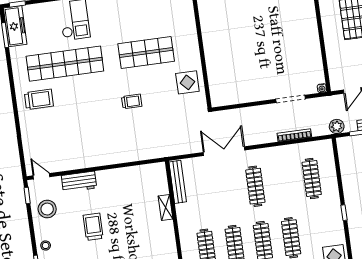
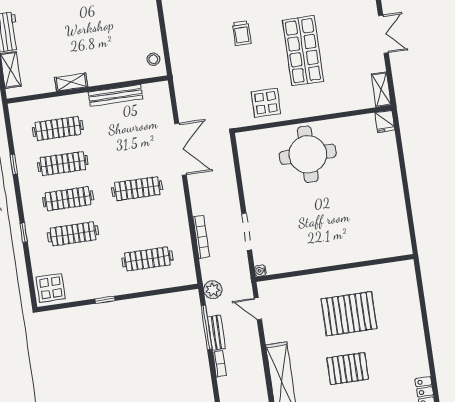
round table: (229, 49) -> (308, 154), added
stool: (152, 172) -> (153, 59), added
bench: (178, 182) -> (115, 95), moved
shelving: (165, 207) -> (71, 82), moved

